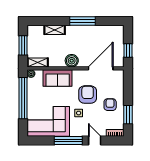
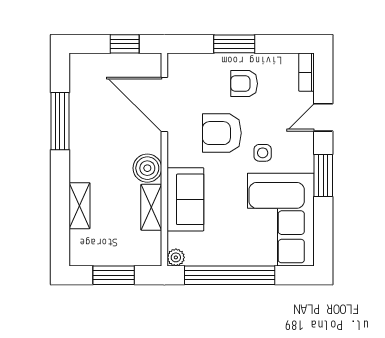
window: (83, 21) -> (60, 121), moved
shelving: (38, 62) -> (151, 207), moved
window: (128, 115) -> (234, 44), moved
window: (68, 141) -> (323, 176), width x0.69

